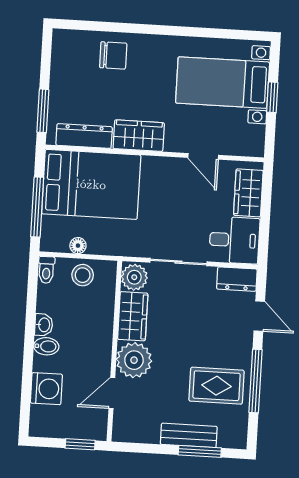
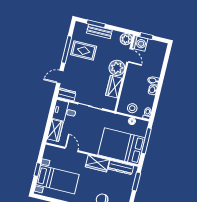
plant: (134, 277) -> (126, 39), moved
door: (259, 316) -> (60, 77), hinge flipped
washing machine: (46, 389) -> (140, 43), moved, turned 180
door: (112, 393) -> (129, 56), hinge flipped

